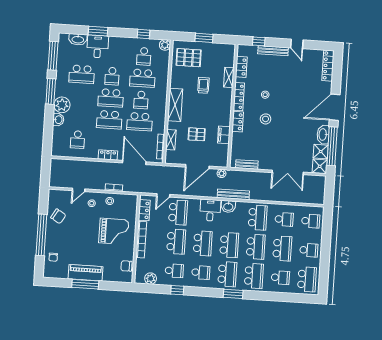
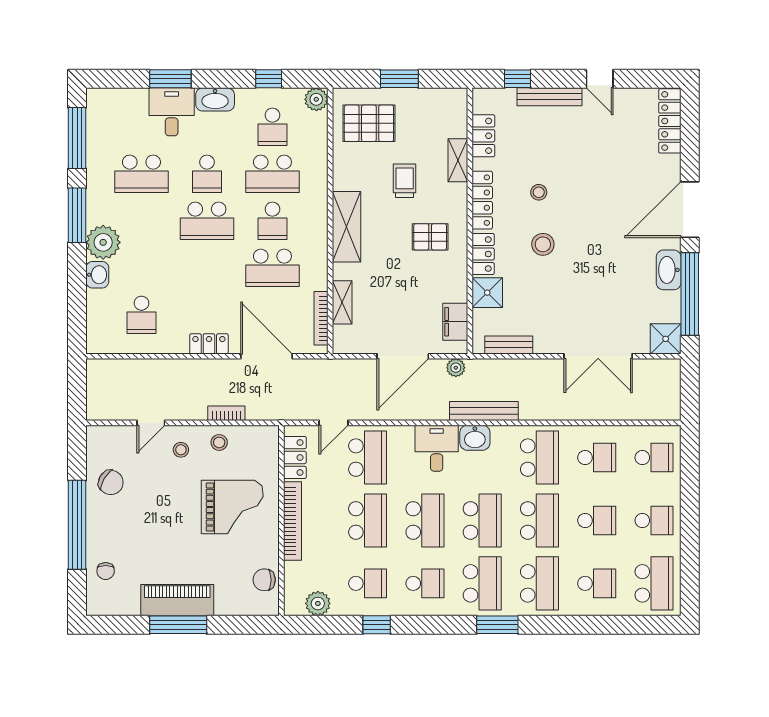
washbasin: (78, 39) -> (215, 99), moved
school desk: (109, 120) -> (207, 268), removed
pallet: (197, 134) -> (430, 237), moved
filing cabinet: (224, 135) -> (455, 322), moved
shower: (321, 152) -> (487, 293), moved
school desk: (282, 248) -> (597, 520), width x0.54

